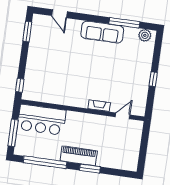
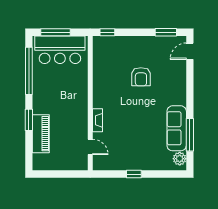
door: (60, 14) -> (190, 51), moved
sofa: (102, 32) -> (177, 128), moved
armchair: (65, 60) -> (141, 77), added
bar counter: (42, 120) -> (60, 50), moved, turned -90
piano: (79, 156) -> (41, 134), moved

